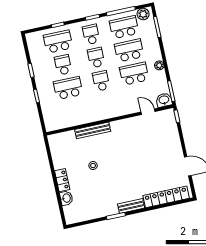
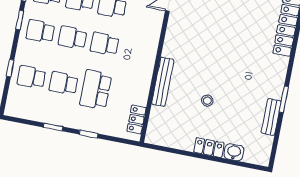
school desk: (58, 42) -> (31, 77), width x0.54
locker: (60, 124) -> (136, 119), added
bench: (131, 206) -> (271, 117), moved

